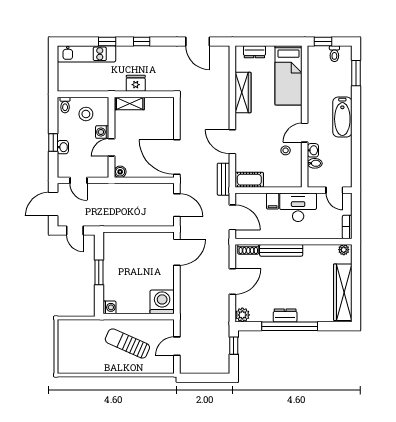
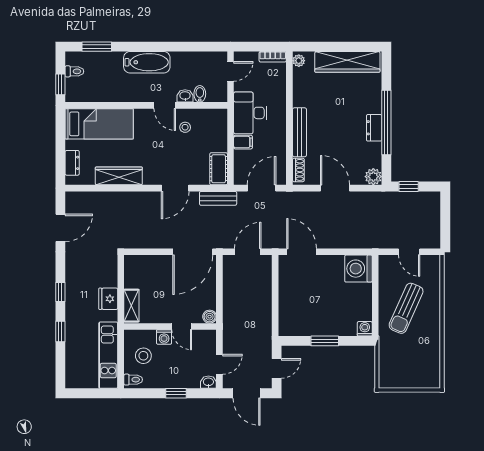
kitchen unit: (86, 54) -> (108, 355), moved, turned 180
washbasin: (63, 147) -> (208, 382), moved

